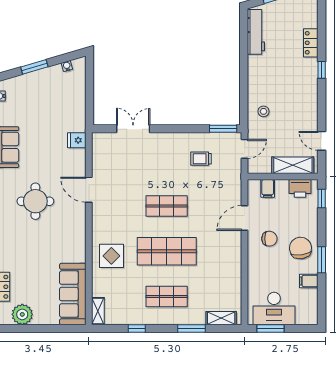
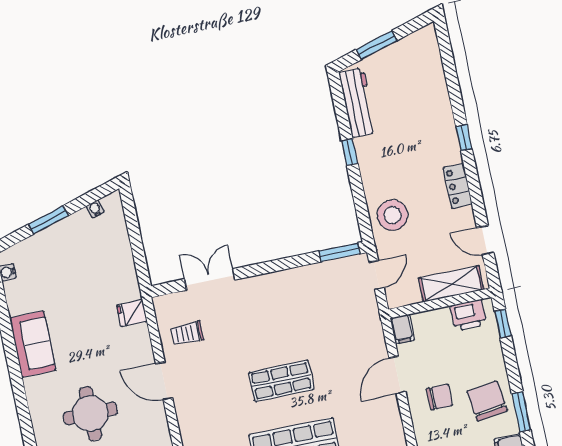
locker: (311, 43) -> (458, 186), moved
window: (244, 64) -> (350, 152), added
stool: (264, 111) -> (393, 215), width x1.89, depth x1.89
trolley: (201, 159) -> (187, 333), moved
filing cabinet: (268, 188) -> (402, 329), moved

